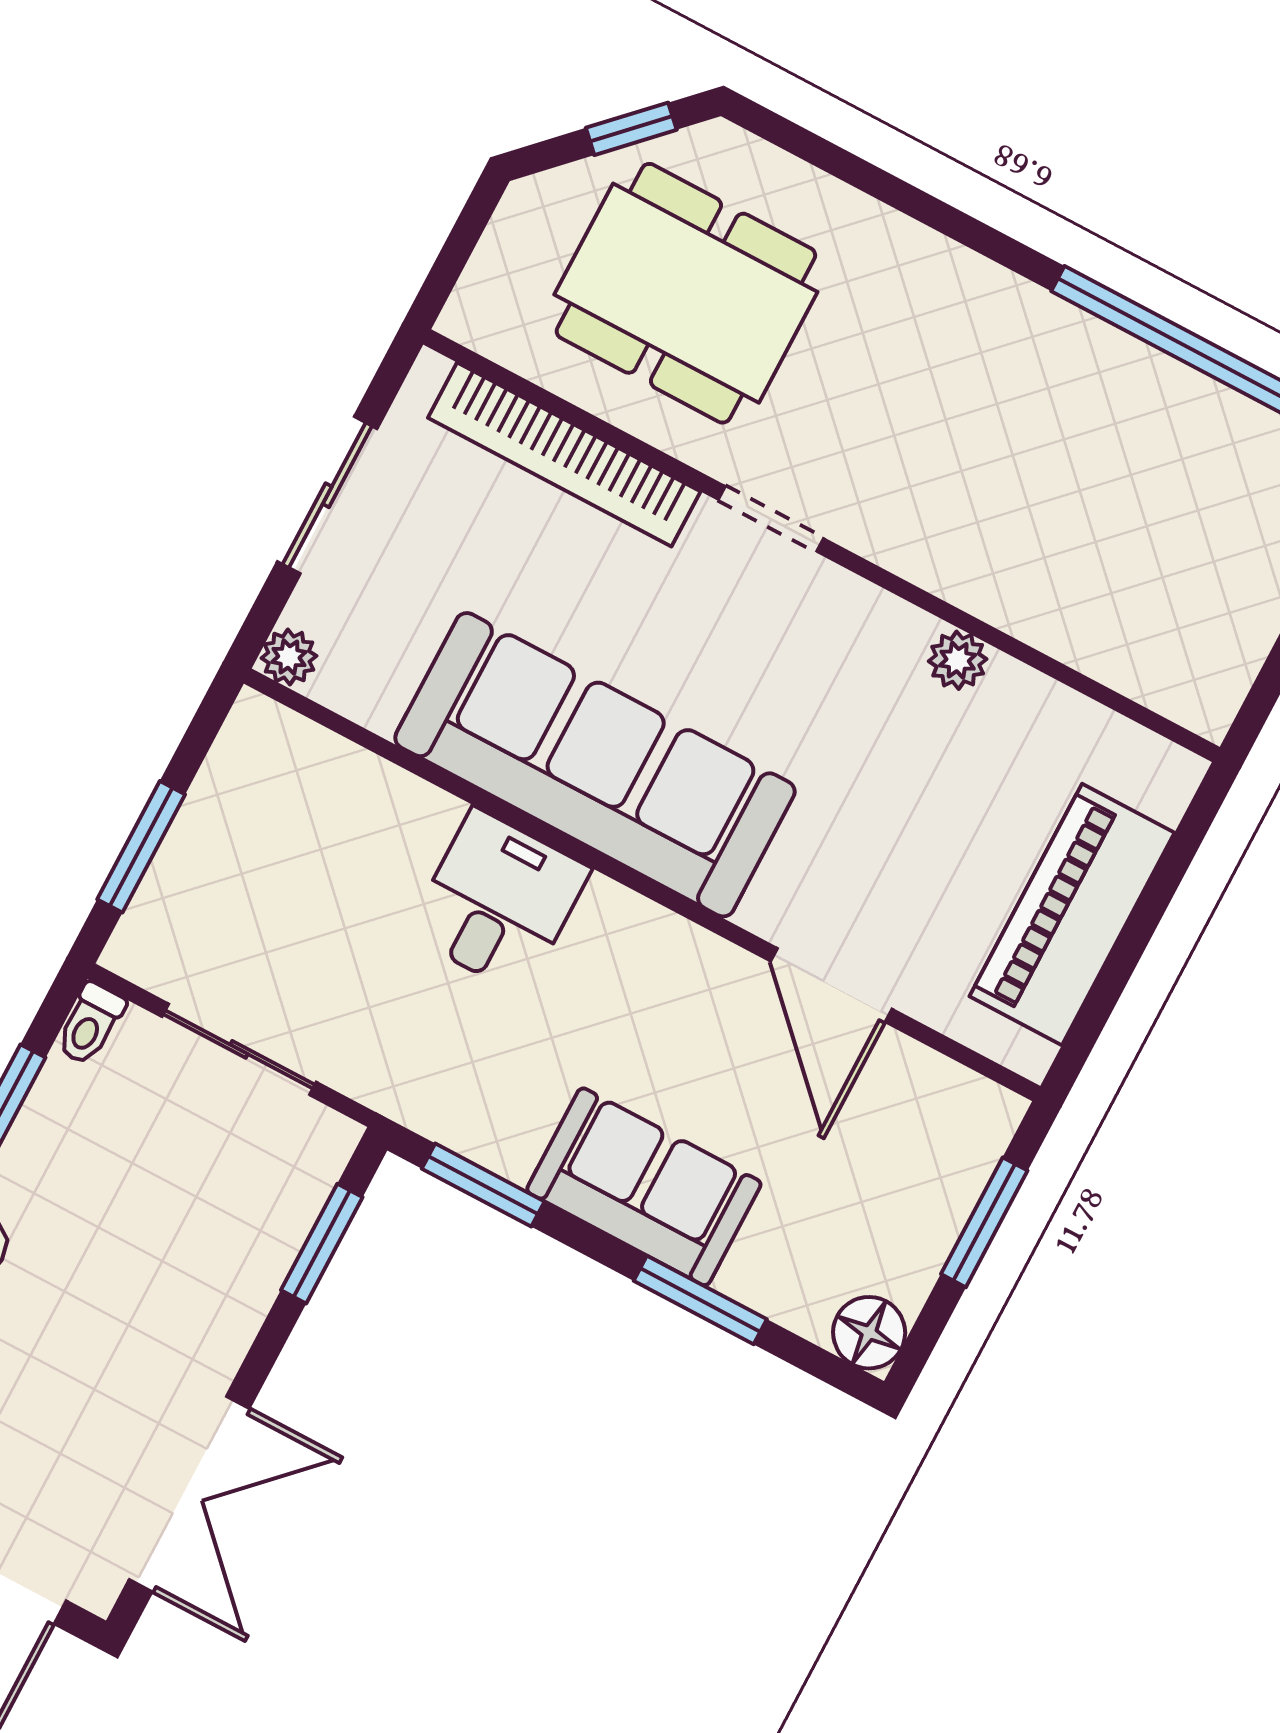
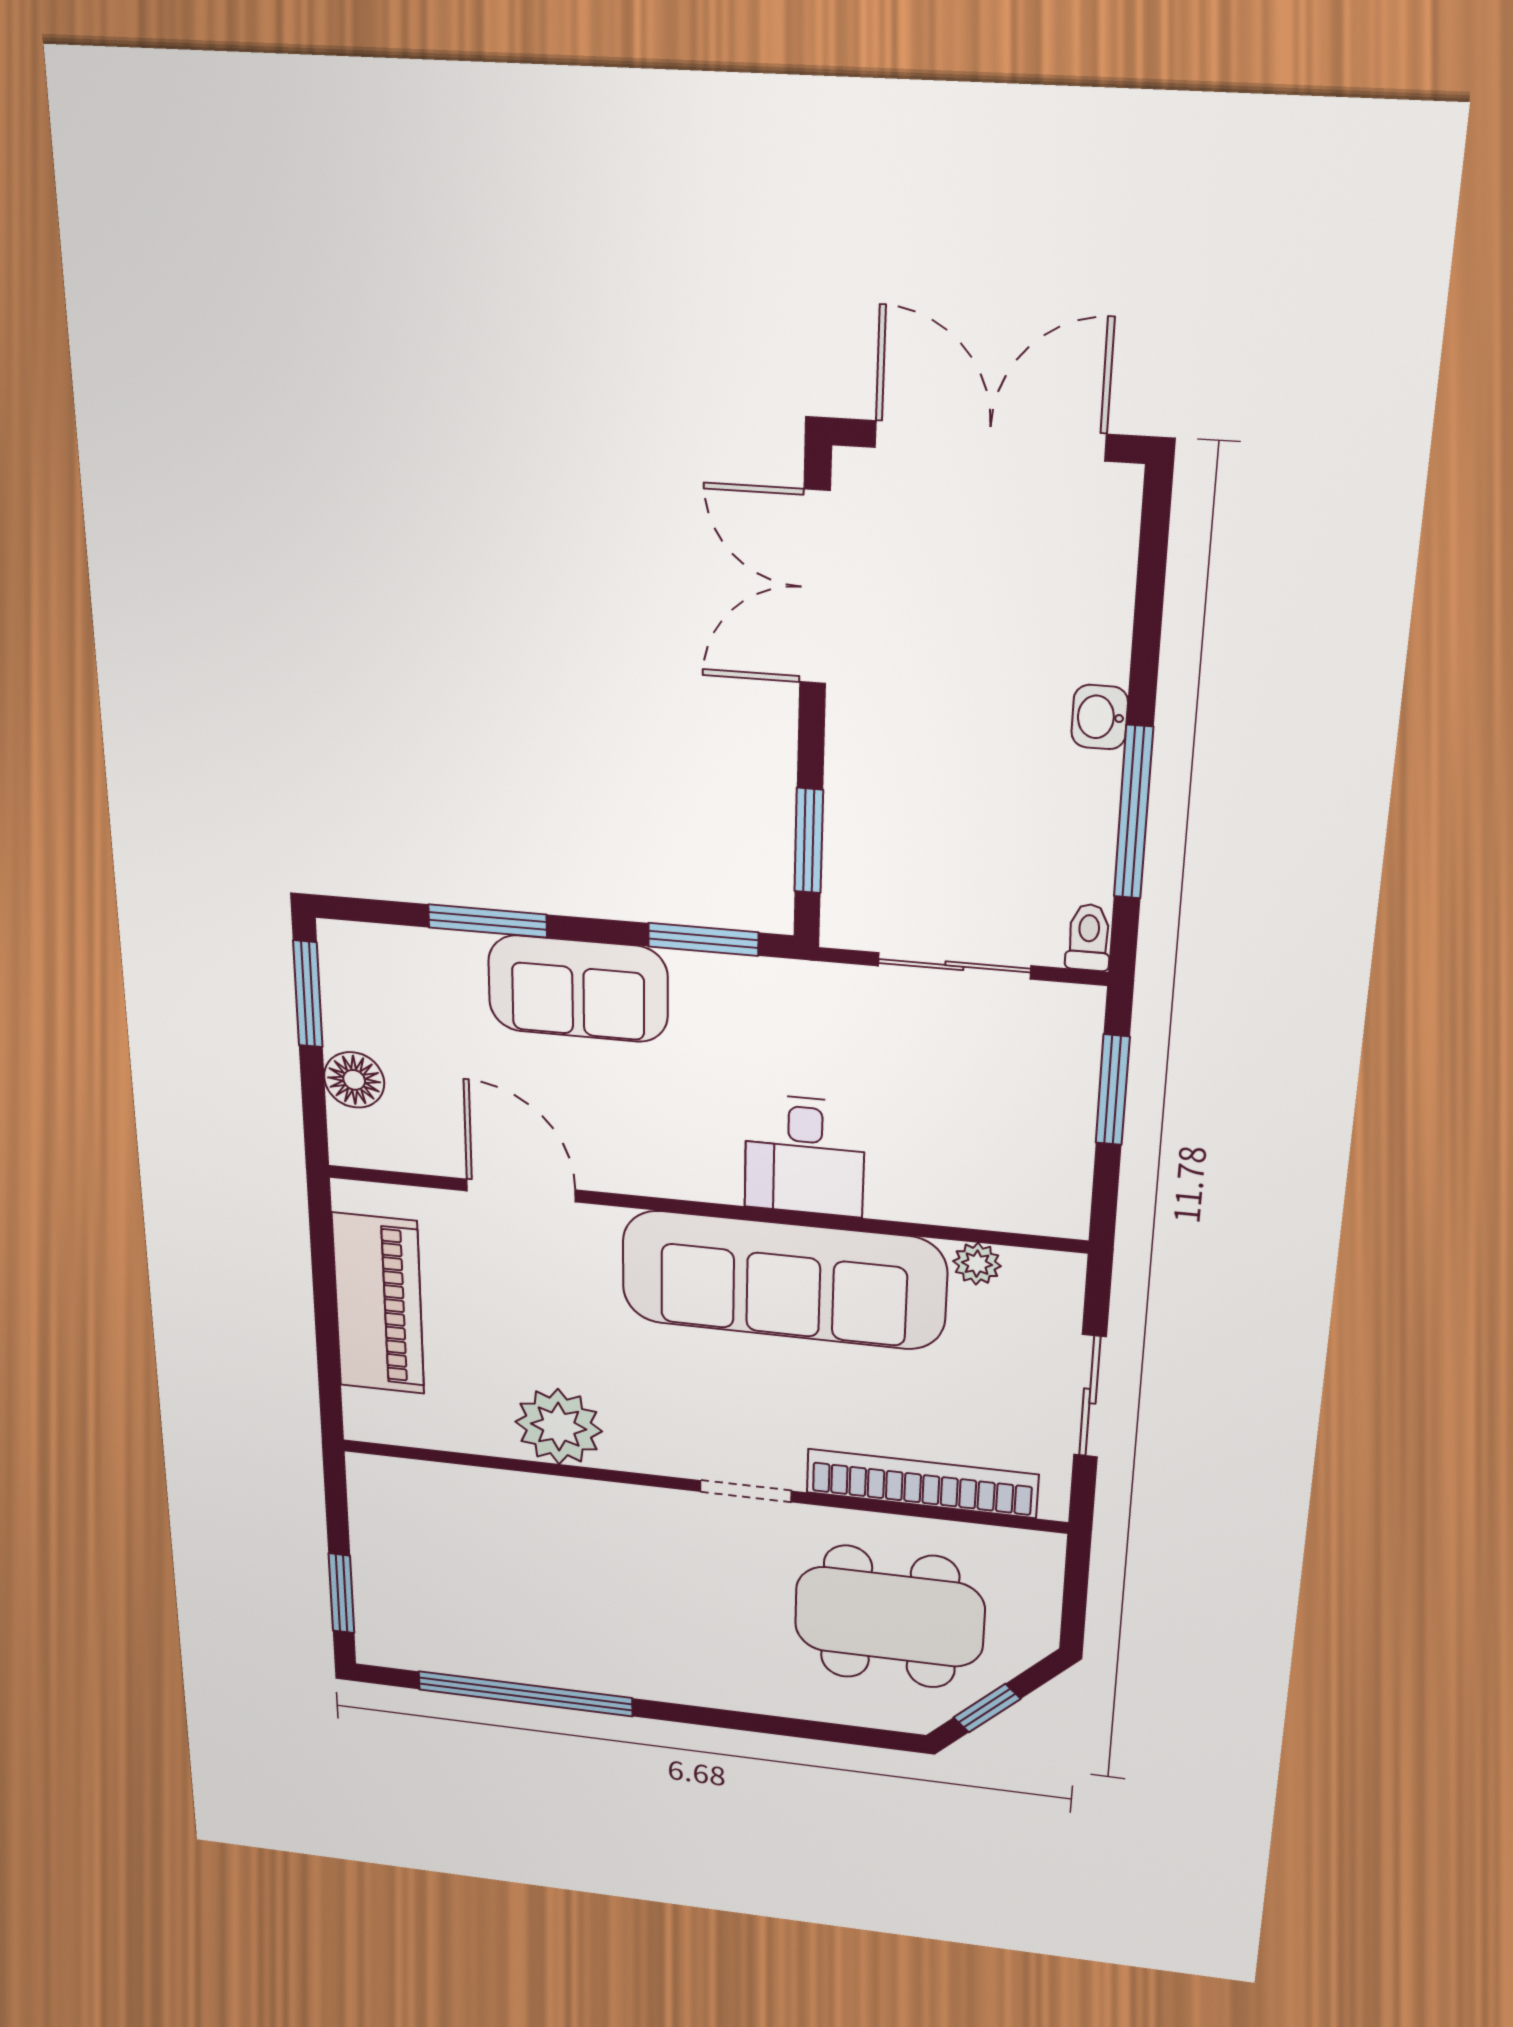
plant: (289, 657) -> (977, 1264), moved
plant: (958, 660) -> (559, 1427), width x1.87, depth x1.87
window: (984, 1222) -> (308, 994), moved
floor lamp: (869, 1333) -> (354, 1080), moved

